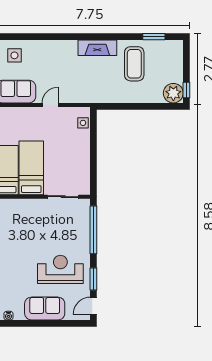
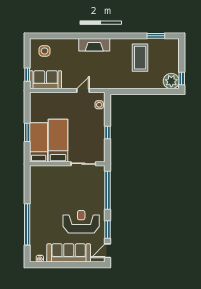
fireplace: (97, 48) -> (94, 45), moved
door: (50, 105) -> (83, 91), moved
window: (93, 158) -> (108, 133), added
sofa: (45, 309) -> (69, 253), width x1.36

